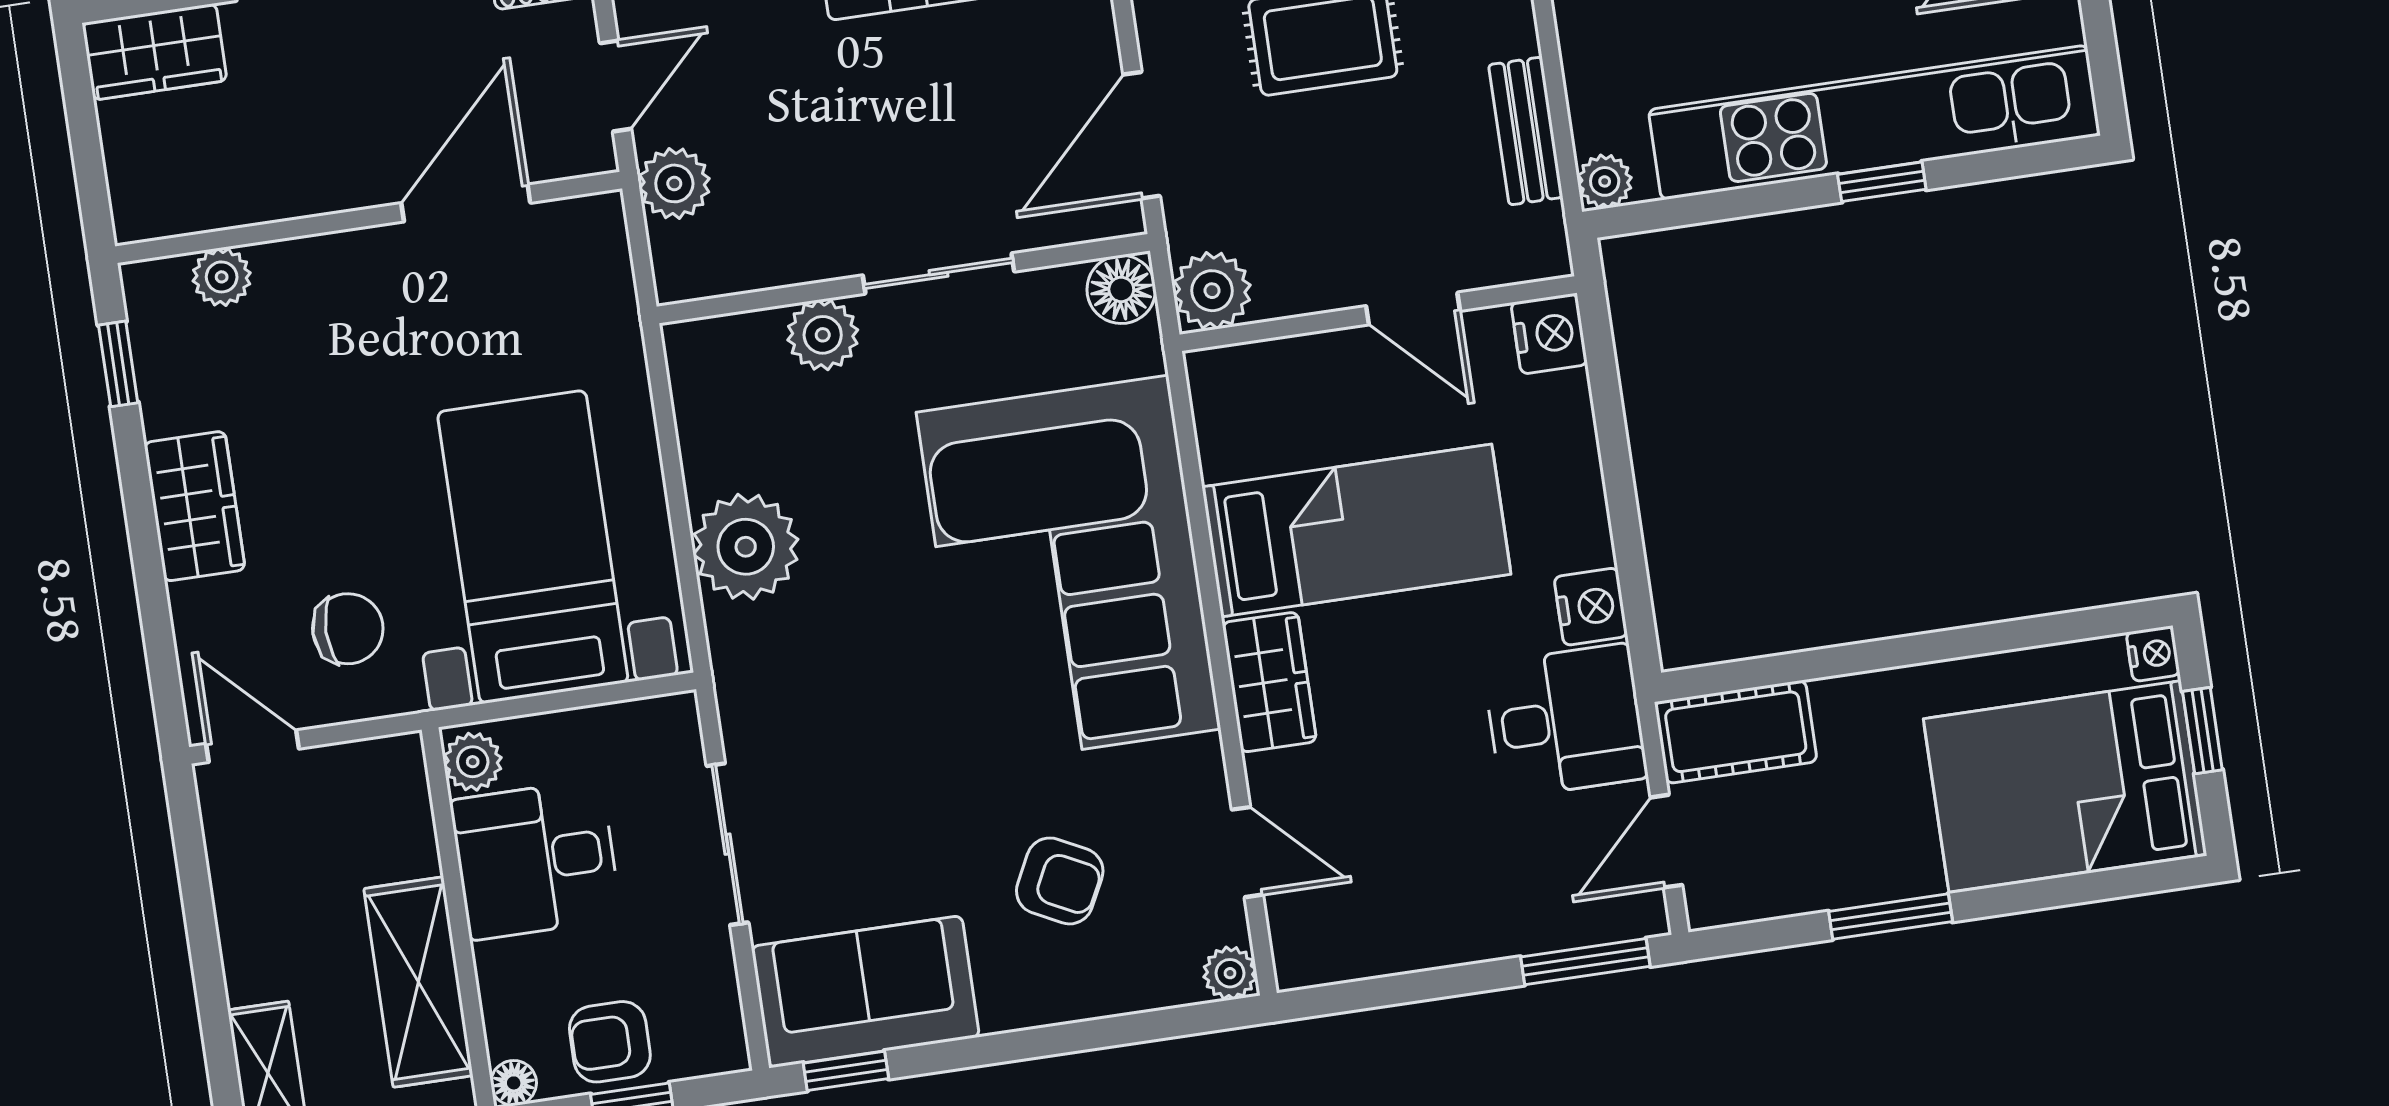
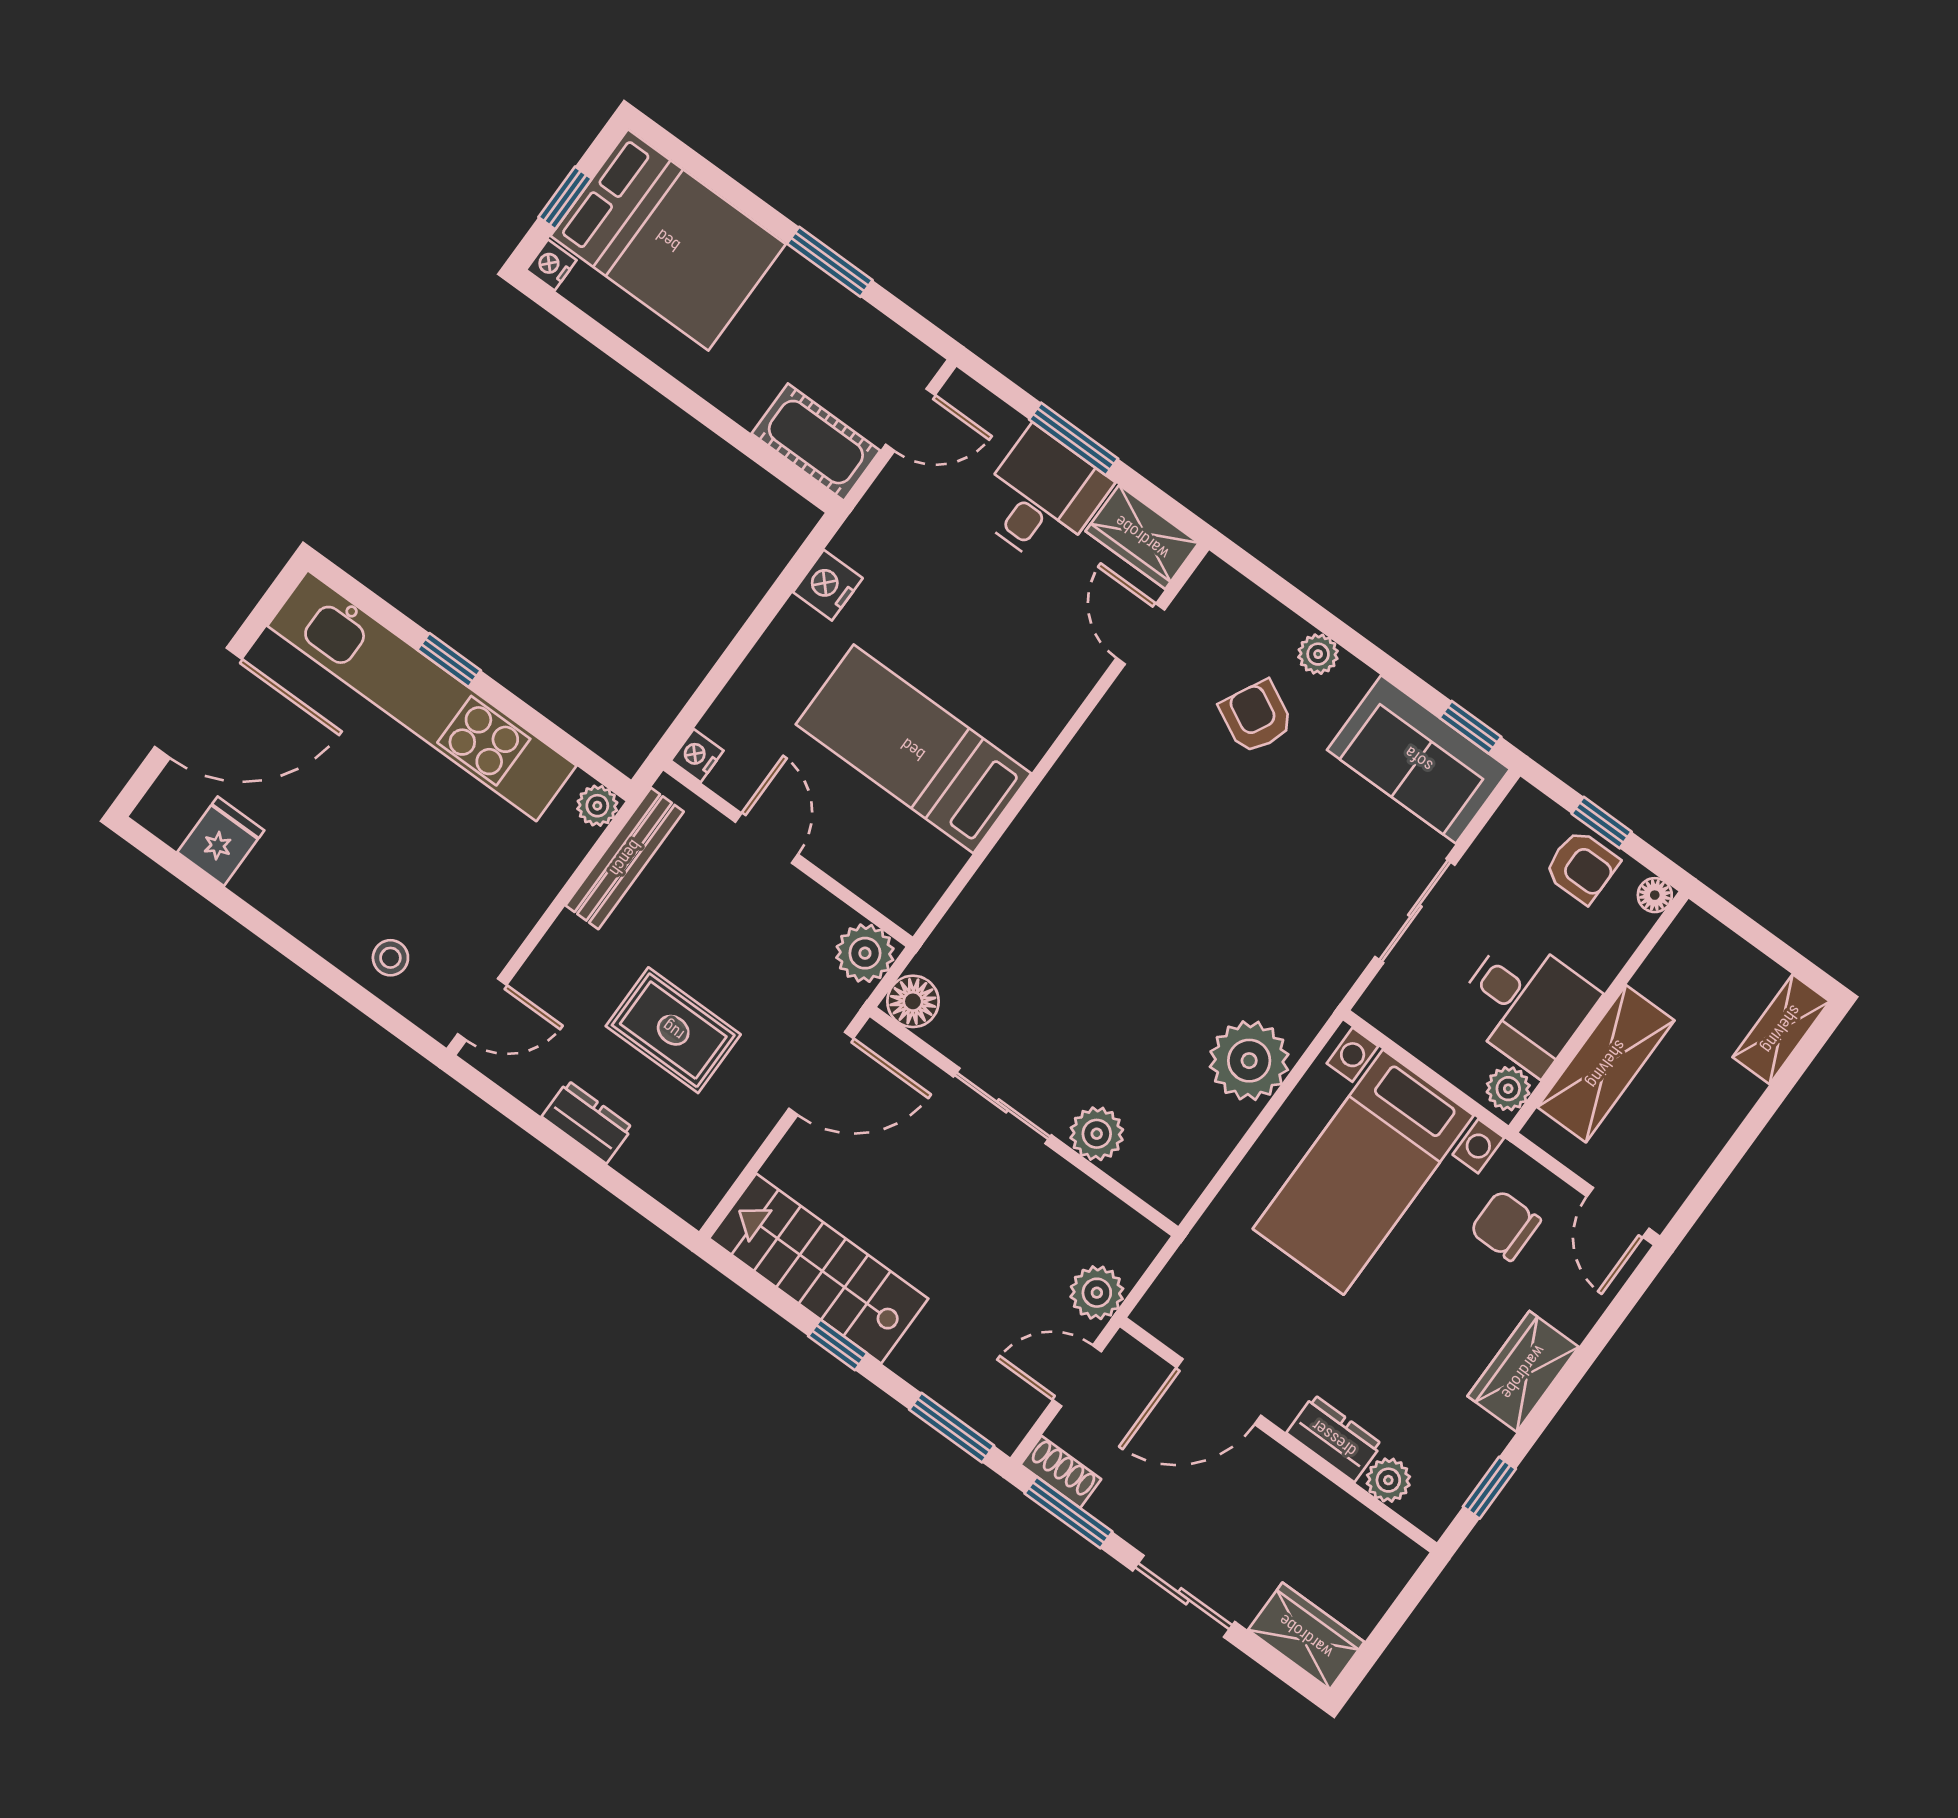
bench: (1526, 131) -> (625, 858), width x1.36
dresser: (312, 266) -> (1334, 1438), added
nightstand: (1549, 334) -> (697, 756), width x0.72, depth x0.74
corner sofa: (1068, 571) -> (1089, 878), removed
wardrobe: (1269, 682) -> (1142, 537), moved, turned -90
desk: (1565, 721) -> (1041, 497), moved, turned 90
window: (1585, 962) -> (1074, 439), moved
plant: (1230, 973) -> (1318, 654), moved
shelving: (418, 982) -> (1606, 1064), moved

